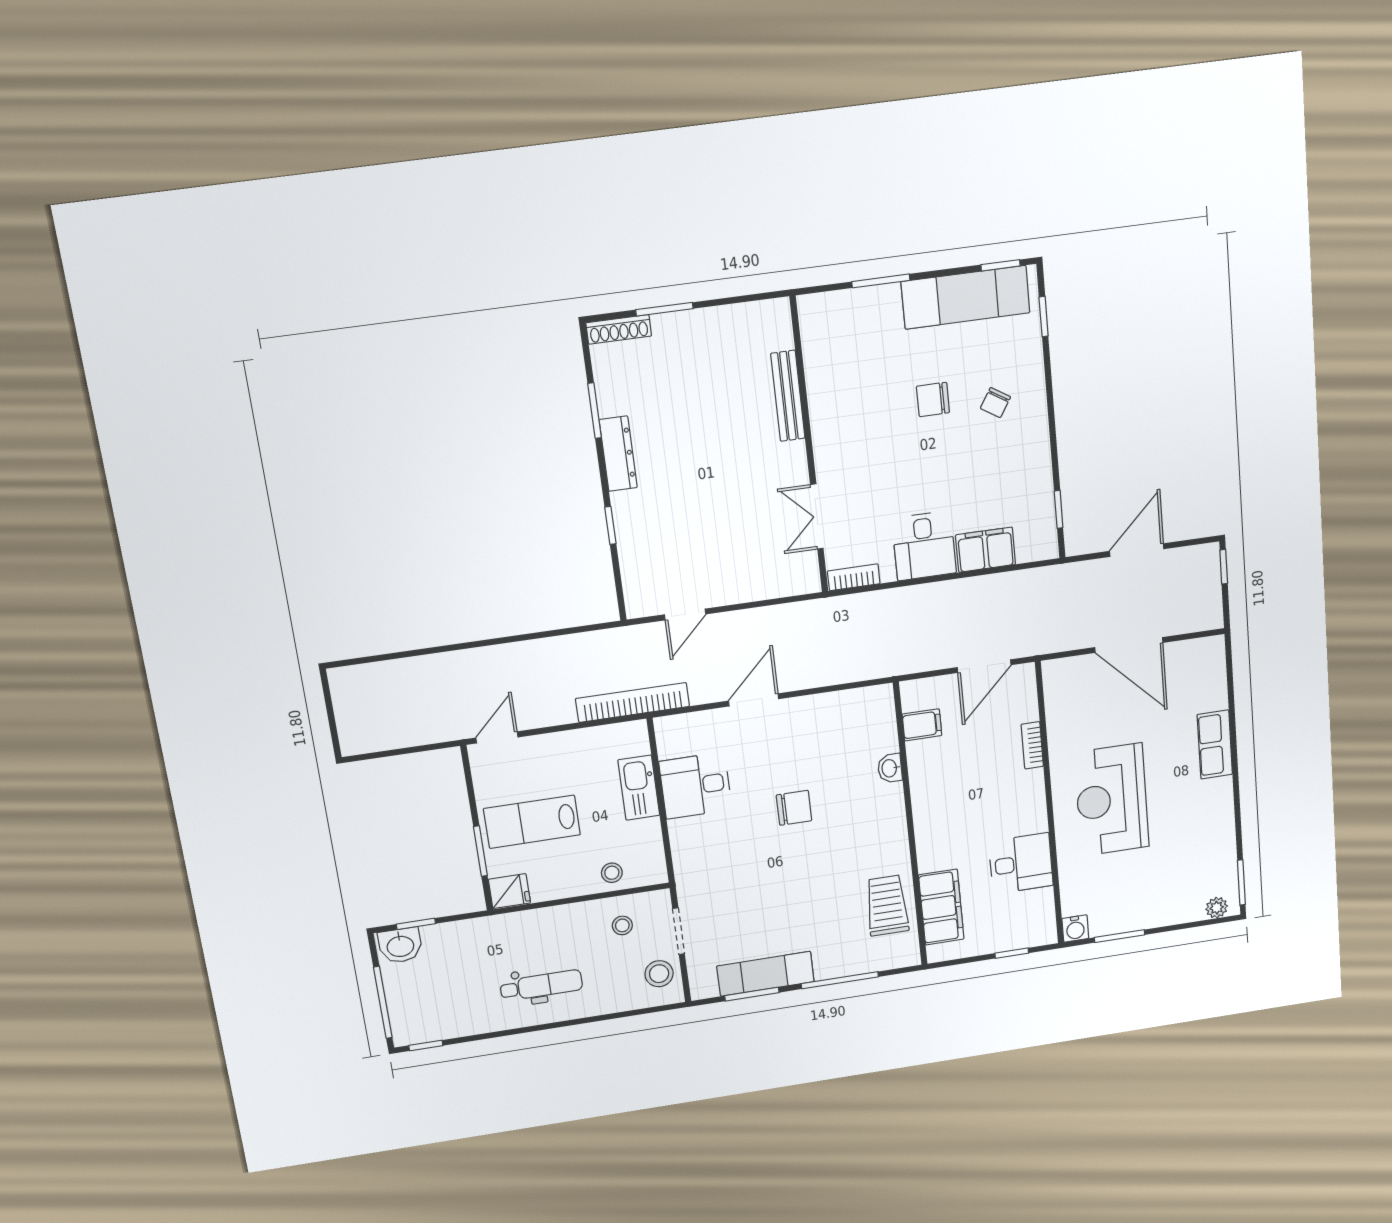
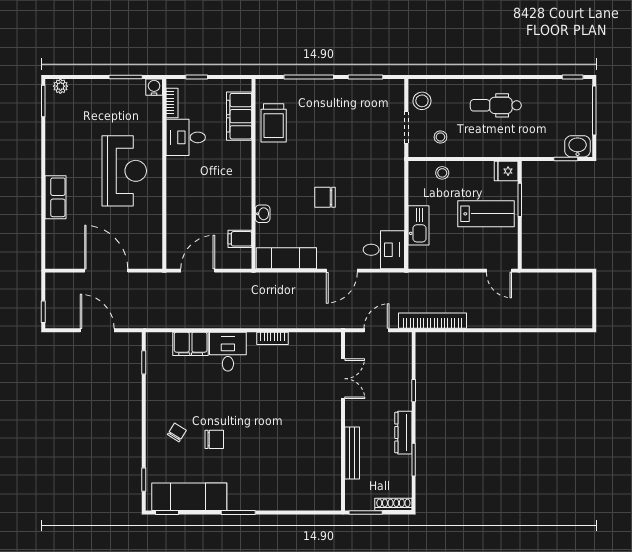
bench: (788, 396) -> (352, 453), moved
wall: (809, 447) -> (343, 421), moved
double door: (817, 517) -> (343, 379), moved
door: (1137, 550) -> (97, 330), swing flipped
bookcase: (633, 702) -> (432, 321), moved, turned 180
door: (497, 737) -> (499, 271), hinge flipped
bookcase: (1032, 745) -> (172, 103), moved
desk: (695, 786) -> (384, 250), moved
exam couch: (765, 974) -> (286, 258), moved, turned 180

